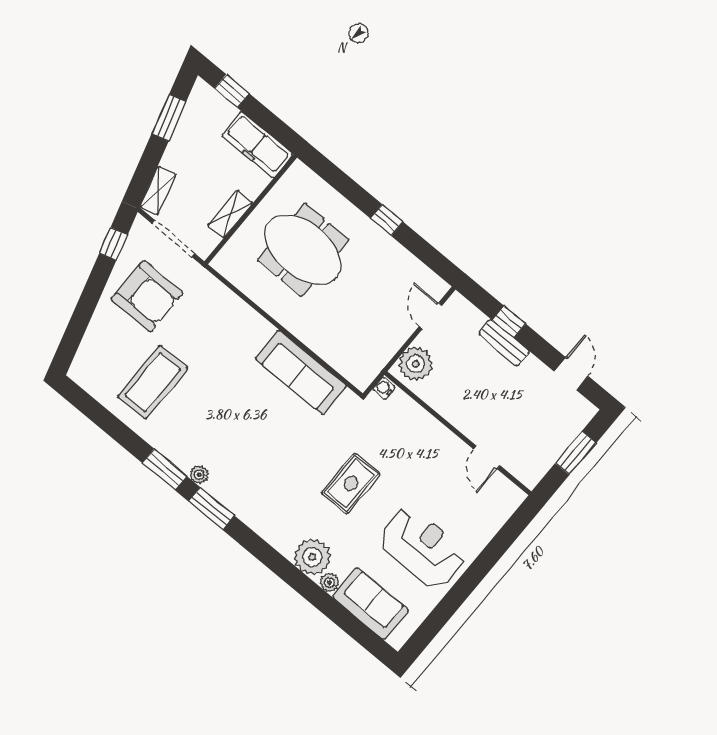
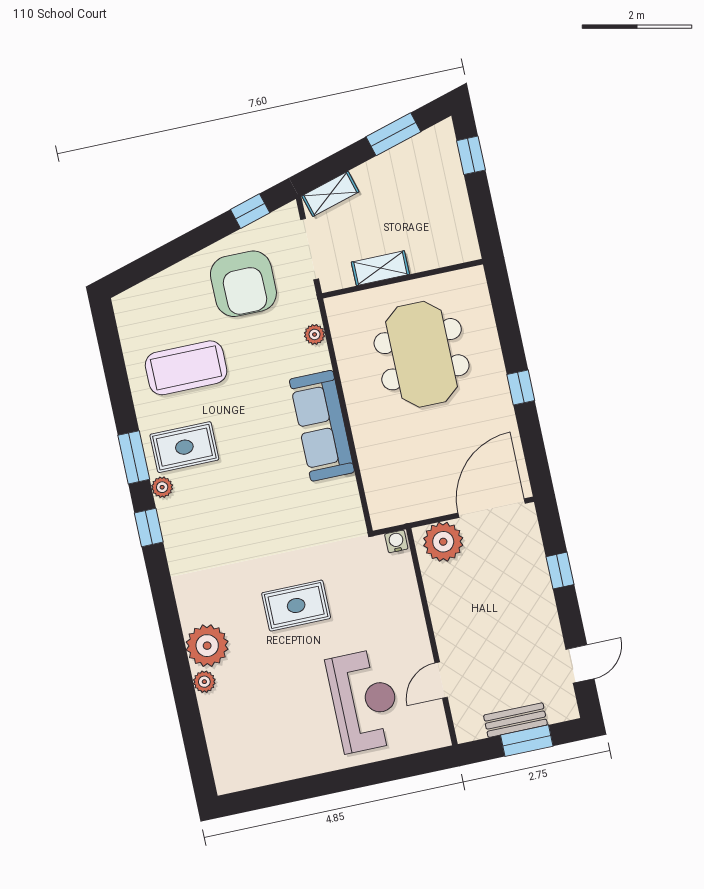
freezer: (257, 145) -> (455, 224), removed
plant: (221, 293) -> (315, 334), added
door: (430, 316) -> (492, 508), width x1.88
bench: (504, 343) -> (515, 720), moved, turned 90
sofa: (301, 372) -> (322, 426), moved
rug: (193, 436) -> (184, 447), added
window: (211, 509) -> (149, 528), width x0.67
reception desk: (422, 547) -> (364, 701), moved
sofa: (371, 604) -> (227, 731), removed

